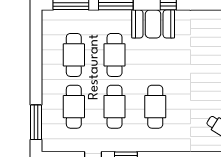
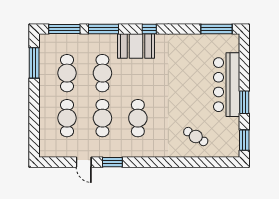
window: (36, 122) -> (34, 63), moved

